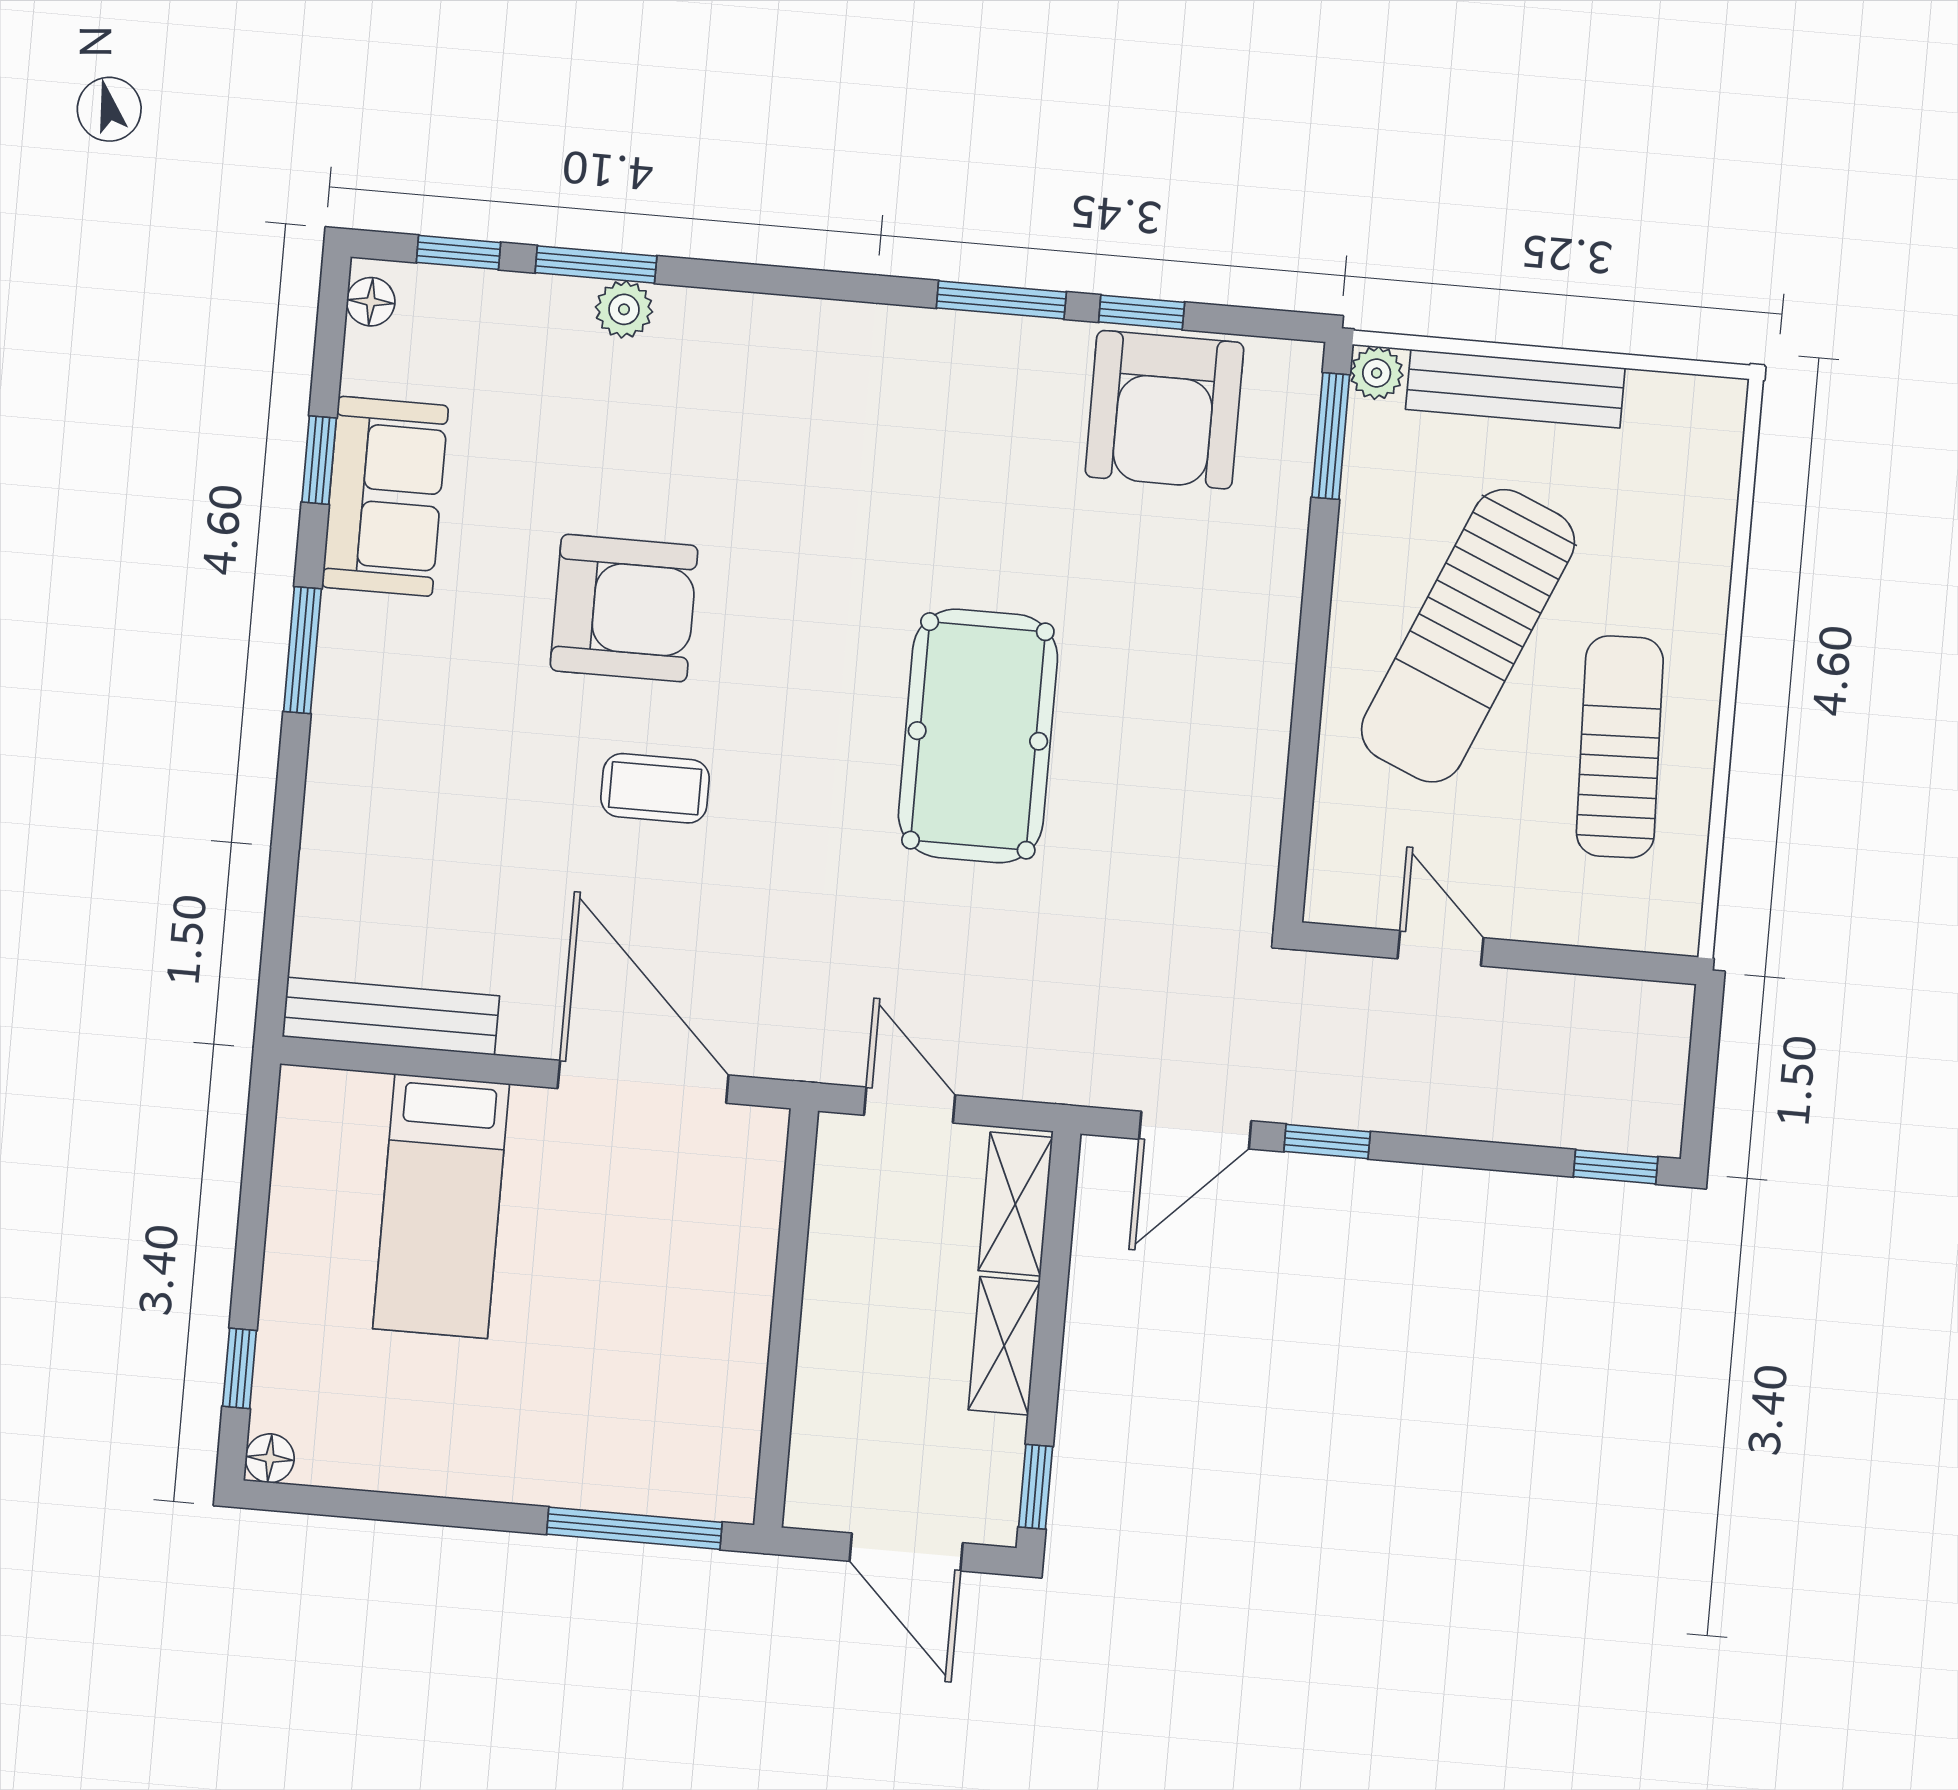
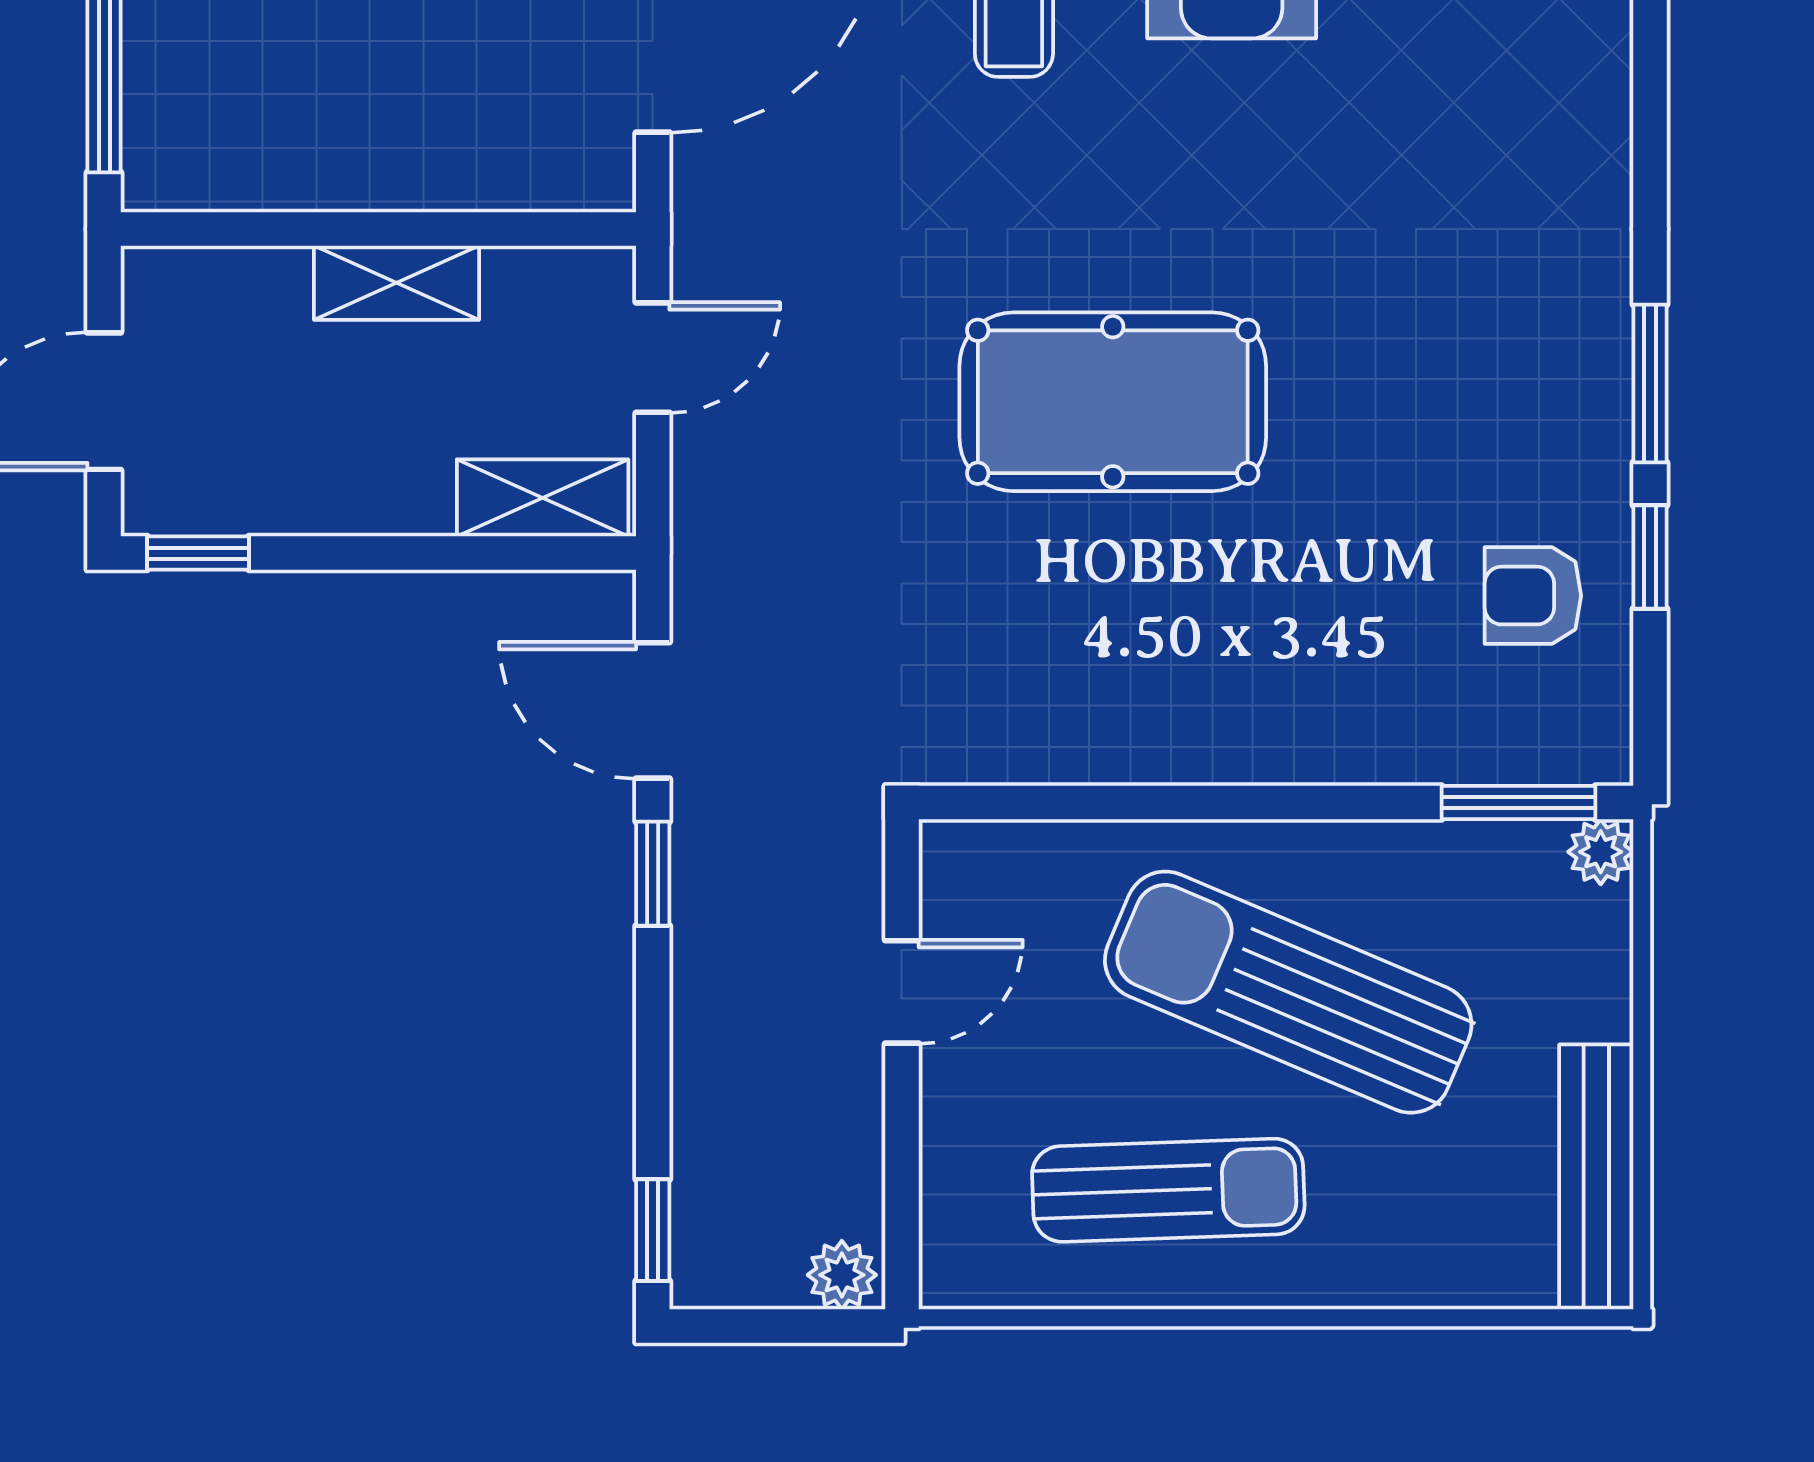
bench: (1515, 389) -> (1596, 1177), moved
armchair: (1164, 410) -> (1533, 596), width x0.53, depth x0.53
plant: (1665, 1017) -> (842, 1275), added
shelving: (1004, 1346) -> (396, 283), moved

